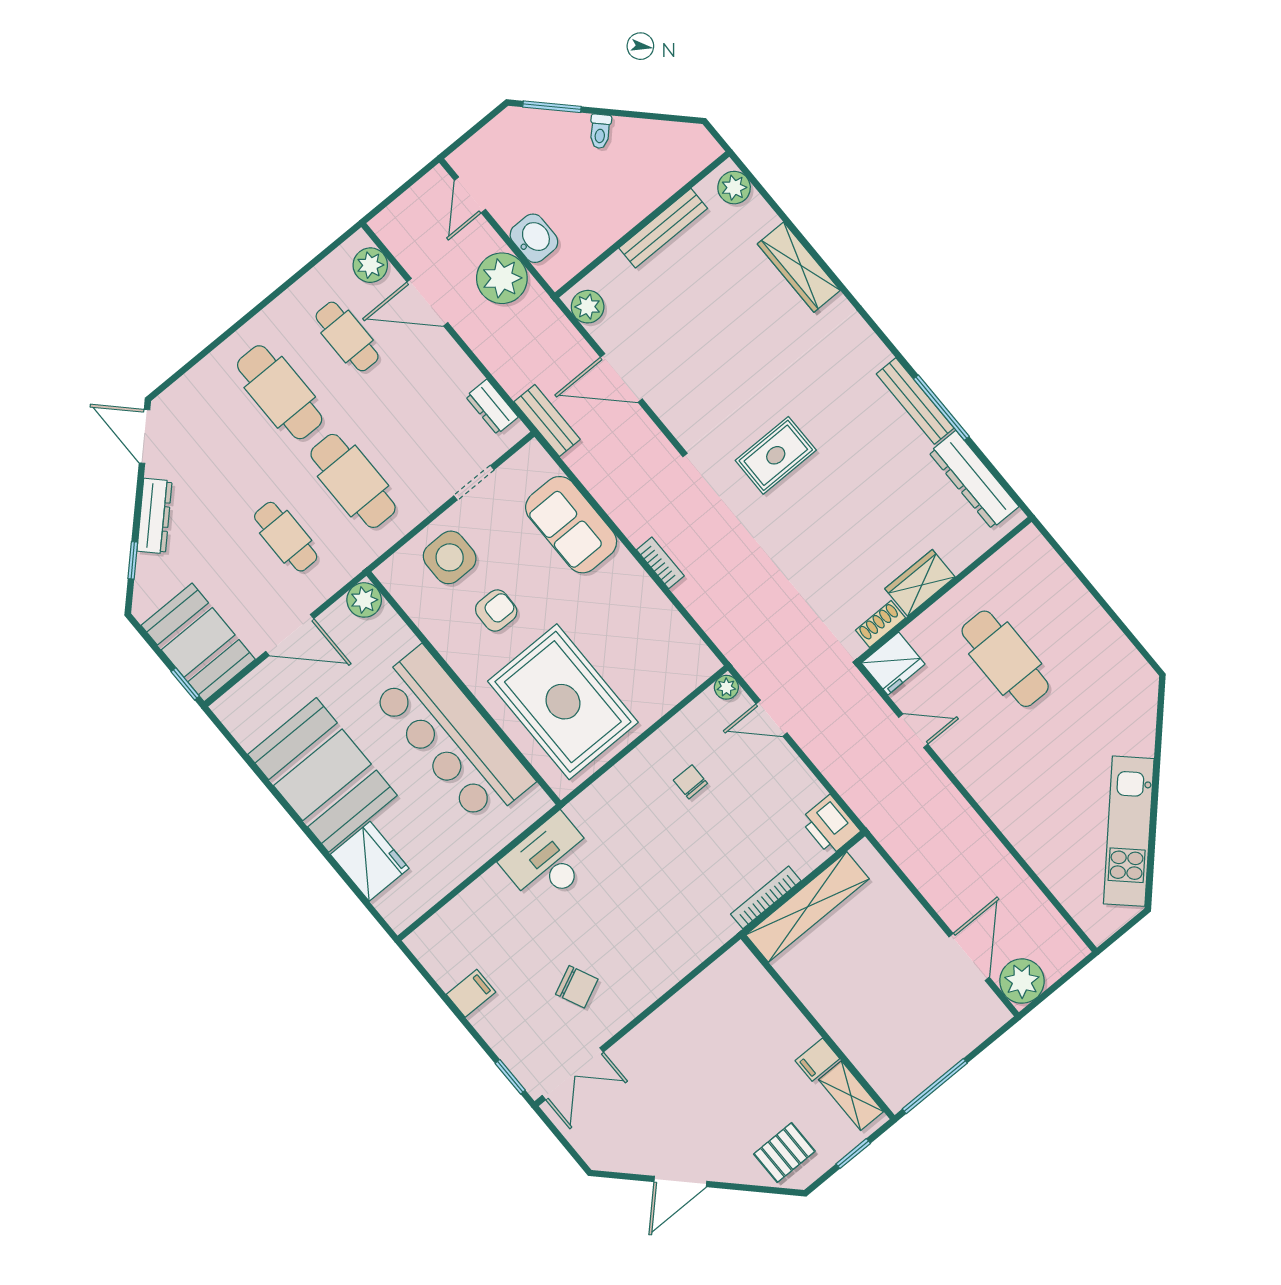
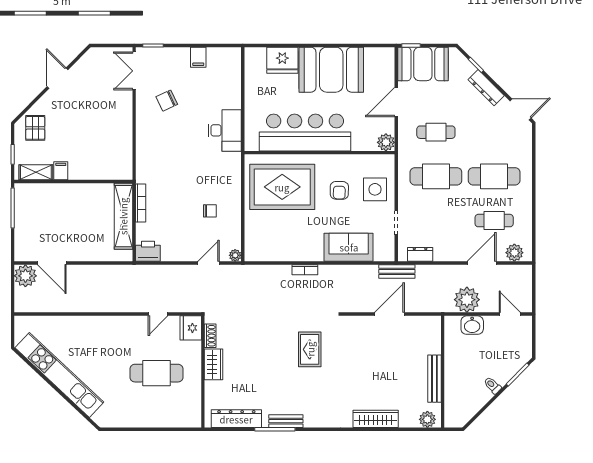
plant: (588, 307) -> (428, 324), removed
bench: (915, 401) -> (286, 421), width x0.73
kitchen unit: (1129, 831) -> (59, 375), width x1.36

